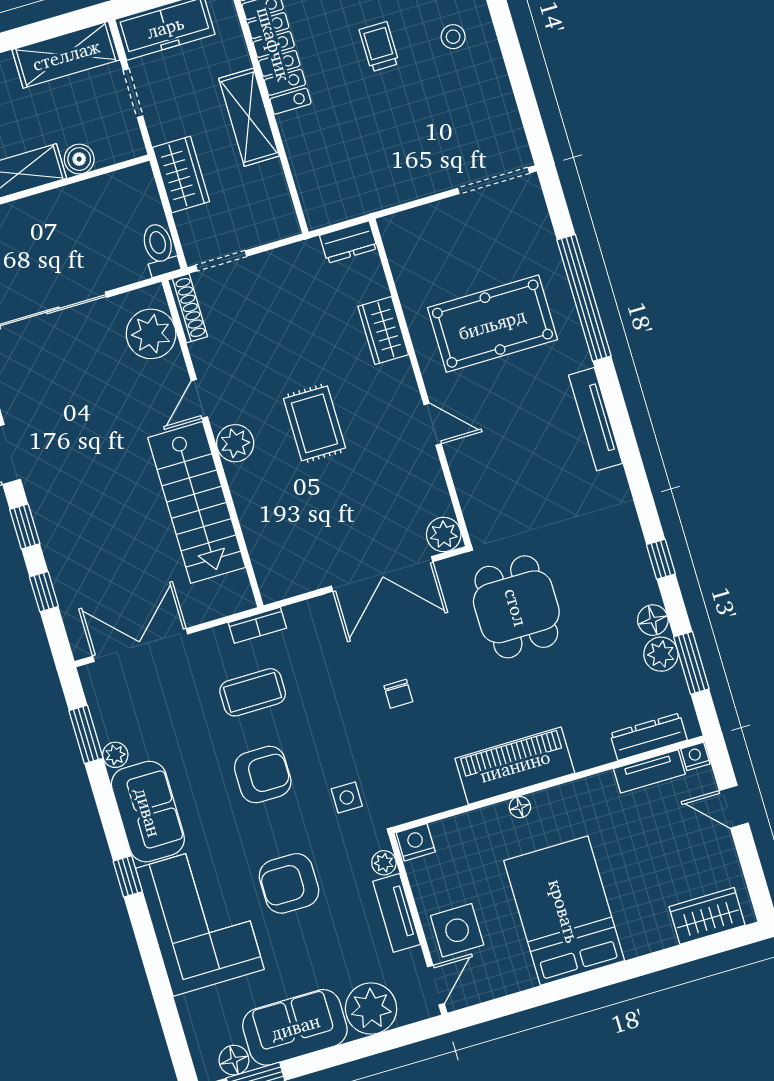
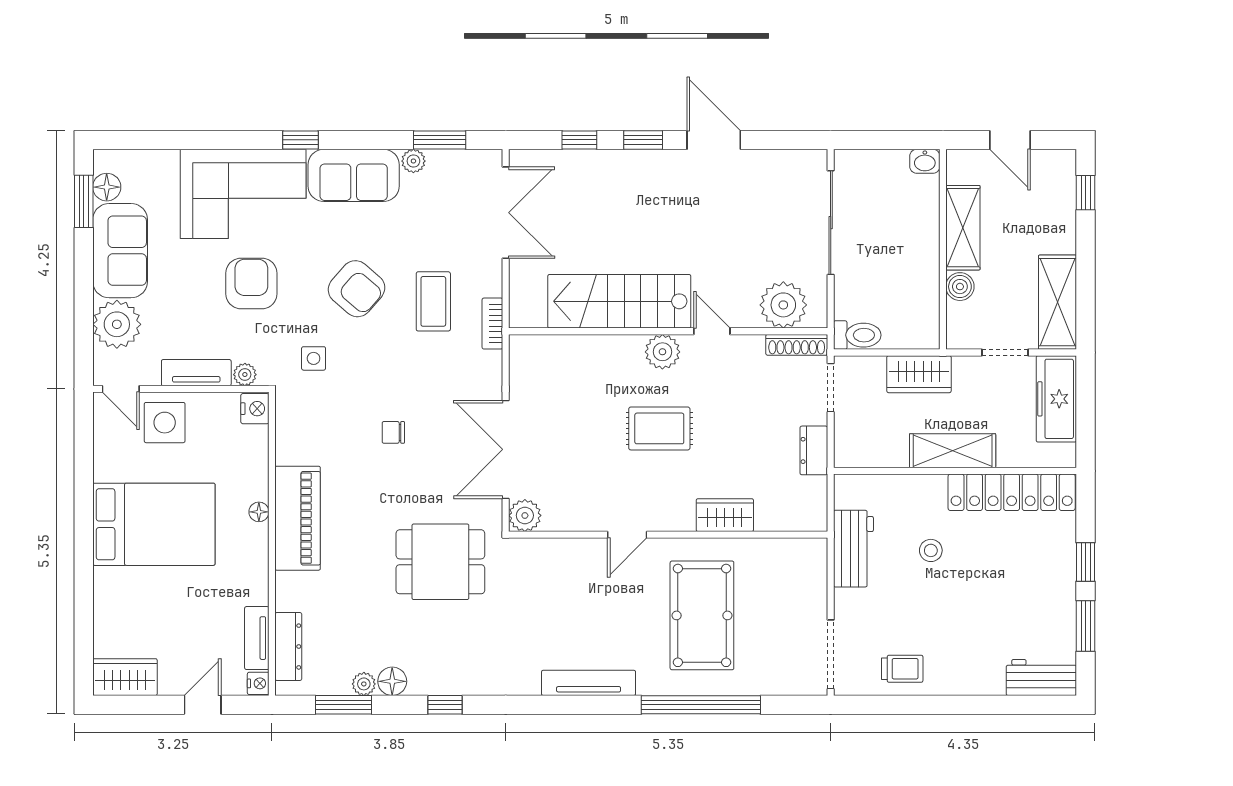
stool: (453, 37) -> (931, 550), moved
trolley: (379, 47) -> (902, 669), moved
workbench: (379, 189) -> (853, 549), added
dresser: (348, 242) -> (814, 450), moved
plant: (661, 654) -> (364, 684), width x0.73, depth x0.73
armchair: (263, 775) -> (357, 289), turned -49
wardrobe: (707, 916) -> (125, 677), moved, turned -90

